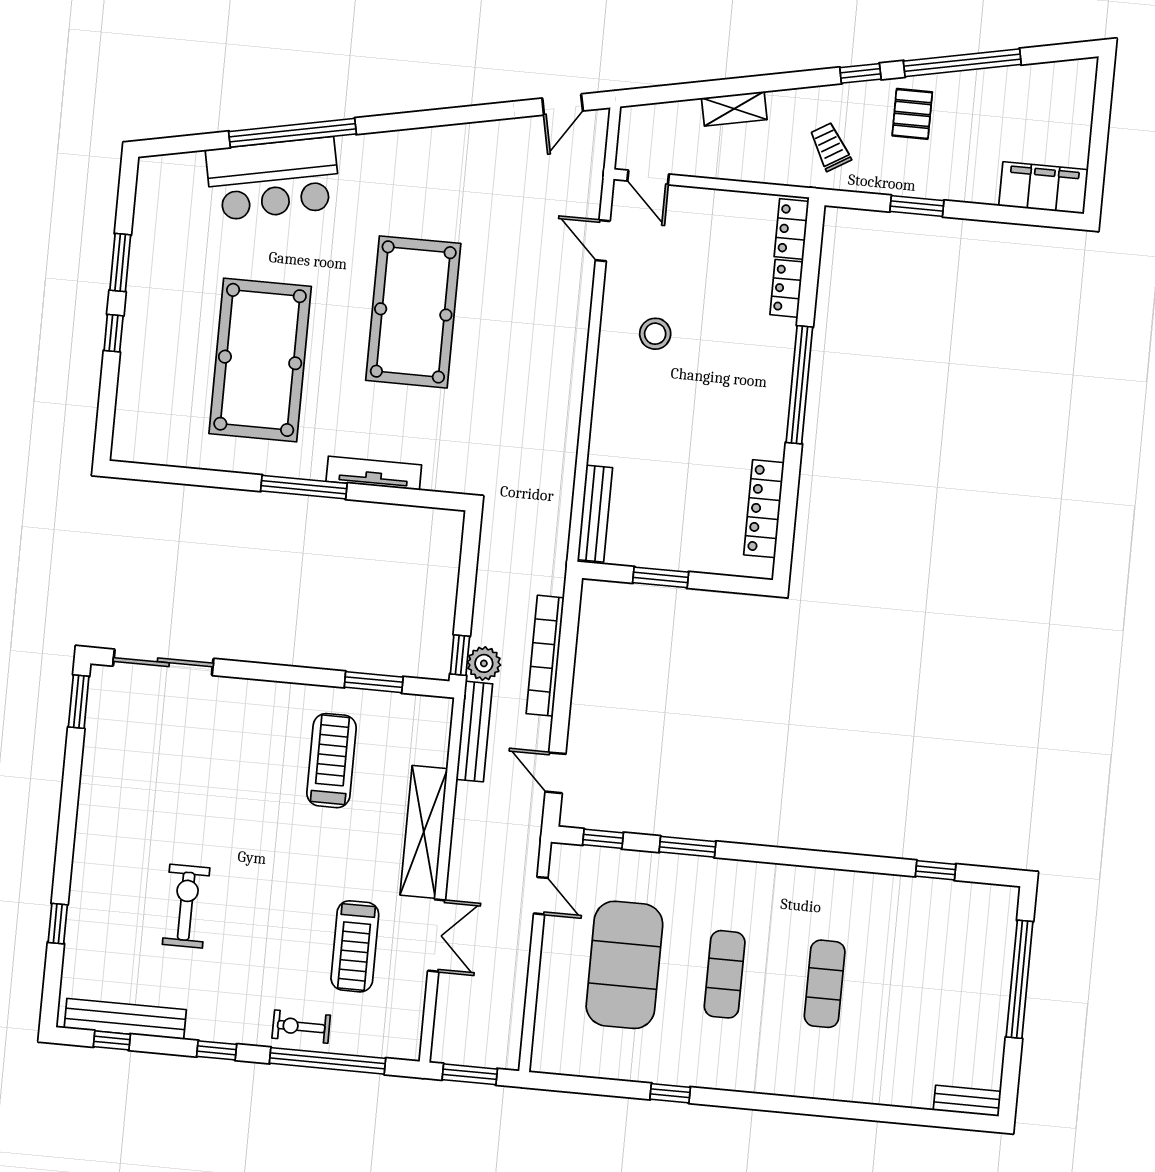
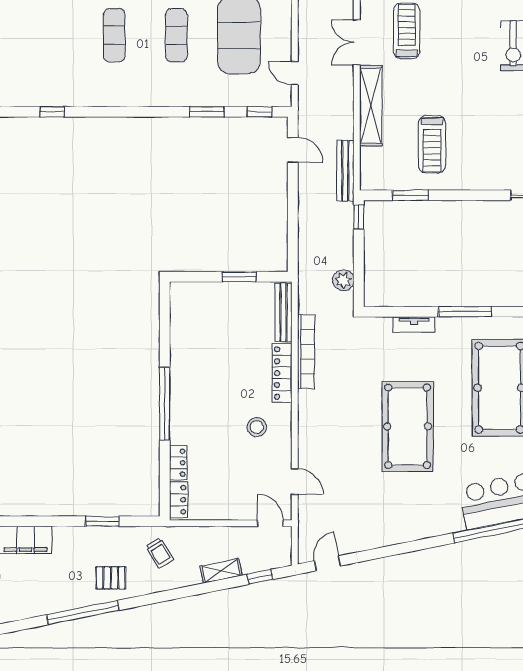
window: (860, 73) -> (260, 577), moved
pallet: (912, 114) -> (111, 578), turned 90
tv unit: (374, 473) -> (414, 324), width x0.71
locker: (764, 509) -> (282, 373), moved, turned 180
bookcase: (545, 656) -> (306, 351), moved
plant: (484, 663) -> (343, 280), moved

